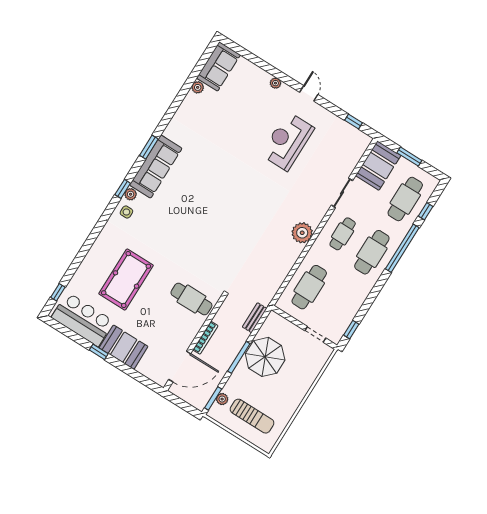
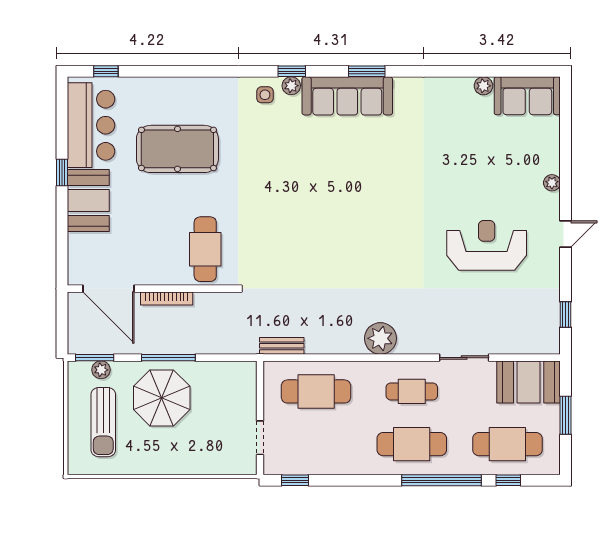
bench: (255, 318) -> (282, 346), moved
parasol: (265, 357) -> (162, 398), moved

